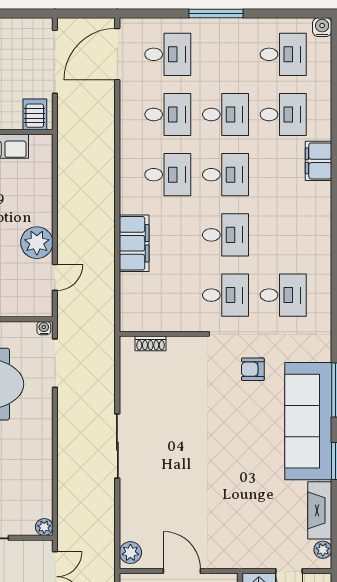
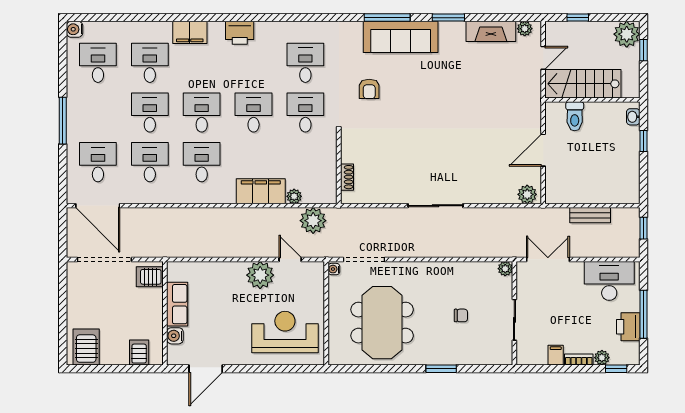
printer: (318, 219) -> (240, 33), added
plant: (128, 282) -> (294, 196), added
plant: (100, 304) -> (313, 221), added
sofa: (308, 421) -> (401, 37), width x0.74, depth x0.79

